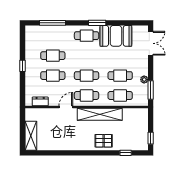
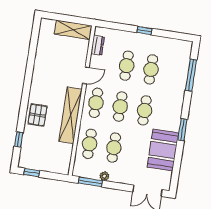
cafe table: (87, 36) -> (145, 110), moved
door: (66, 107) -> (86, 75), hinge flipped
shelving: (31, 136) -> (73, 30), moved

